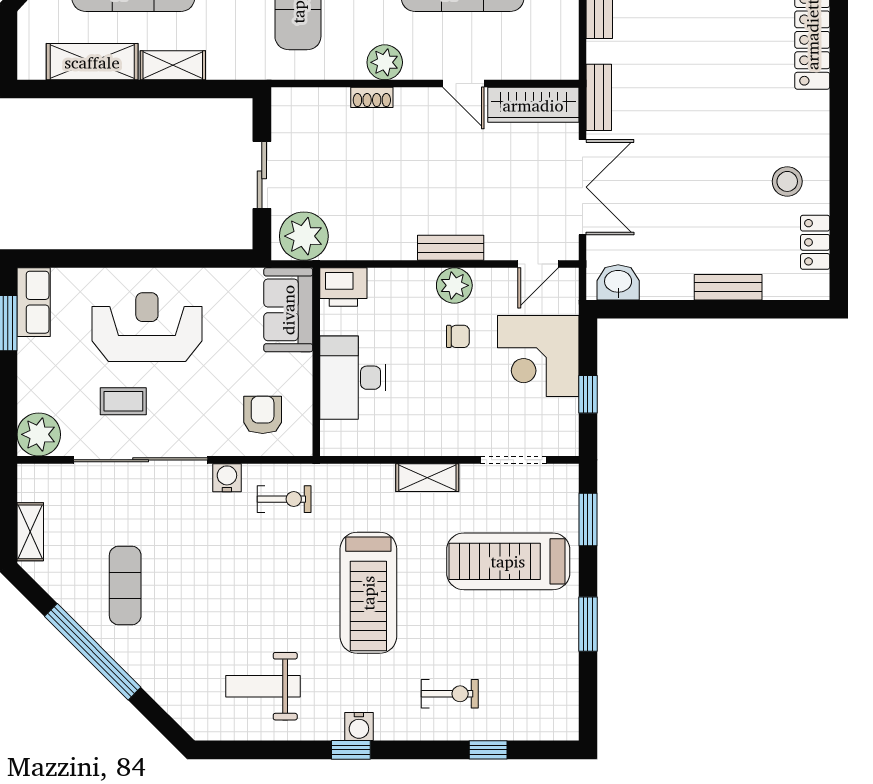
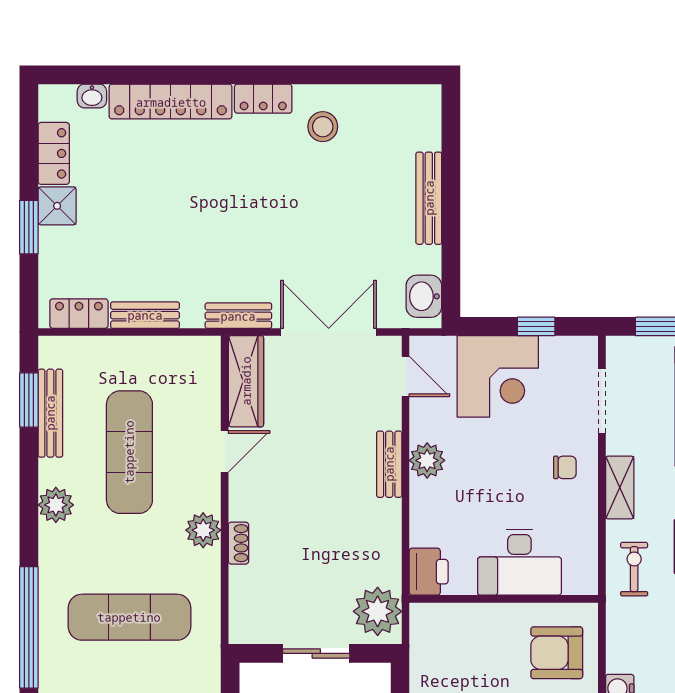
locker: (815, 242) -> (263, 99), moved
bench: (728, 287) -> (429, 198), width x1.36
sofa: (288, 310) -> (451, 627), removed
chair: (458, 336) -> (565, 467), moved, turned 90
armchair: (263, 415) -> (557, 653), width x1.38, depth x1.38
exercise bike: (284, 499) -> (634, 569), moved

